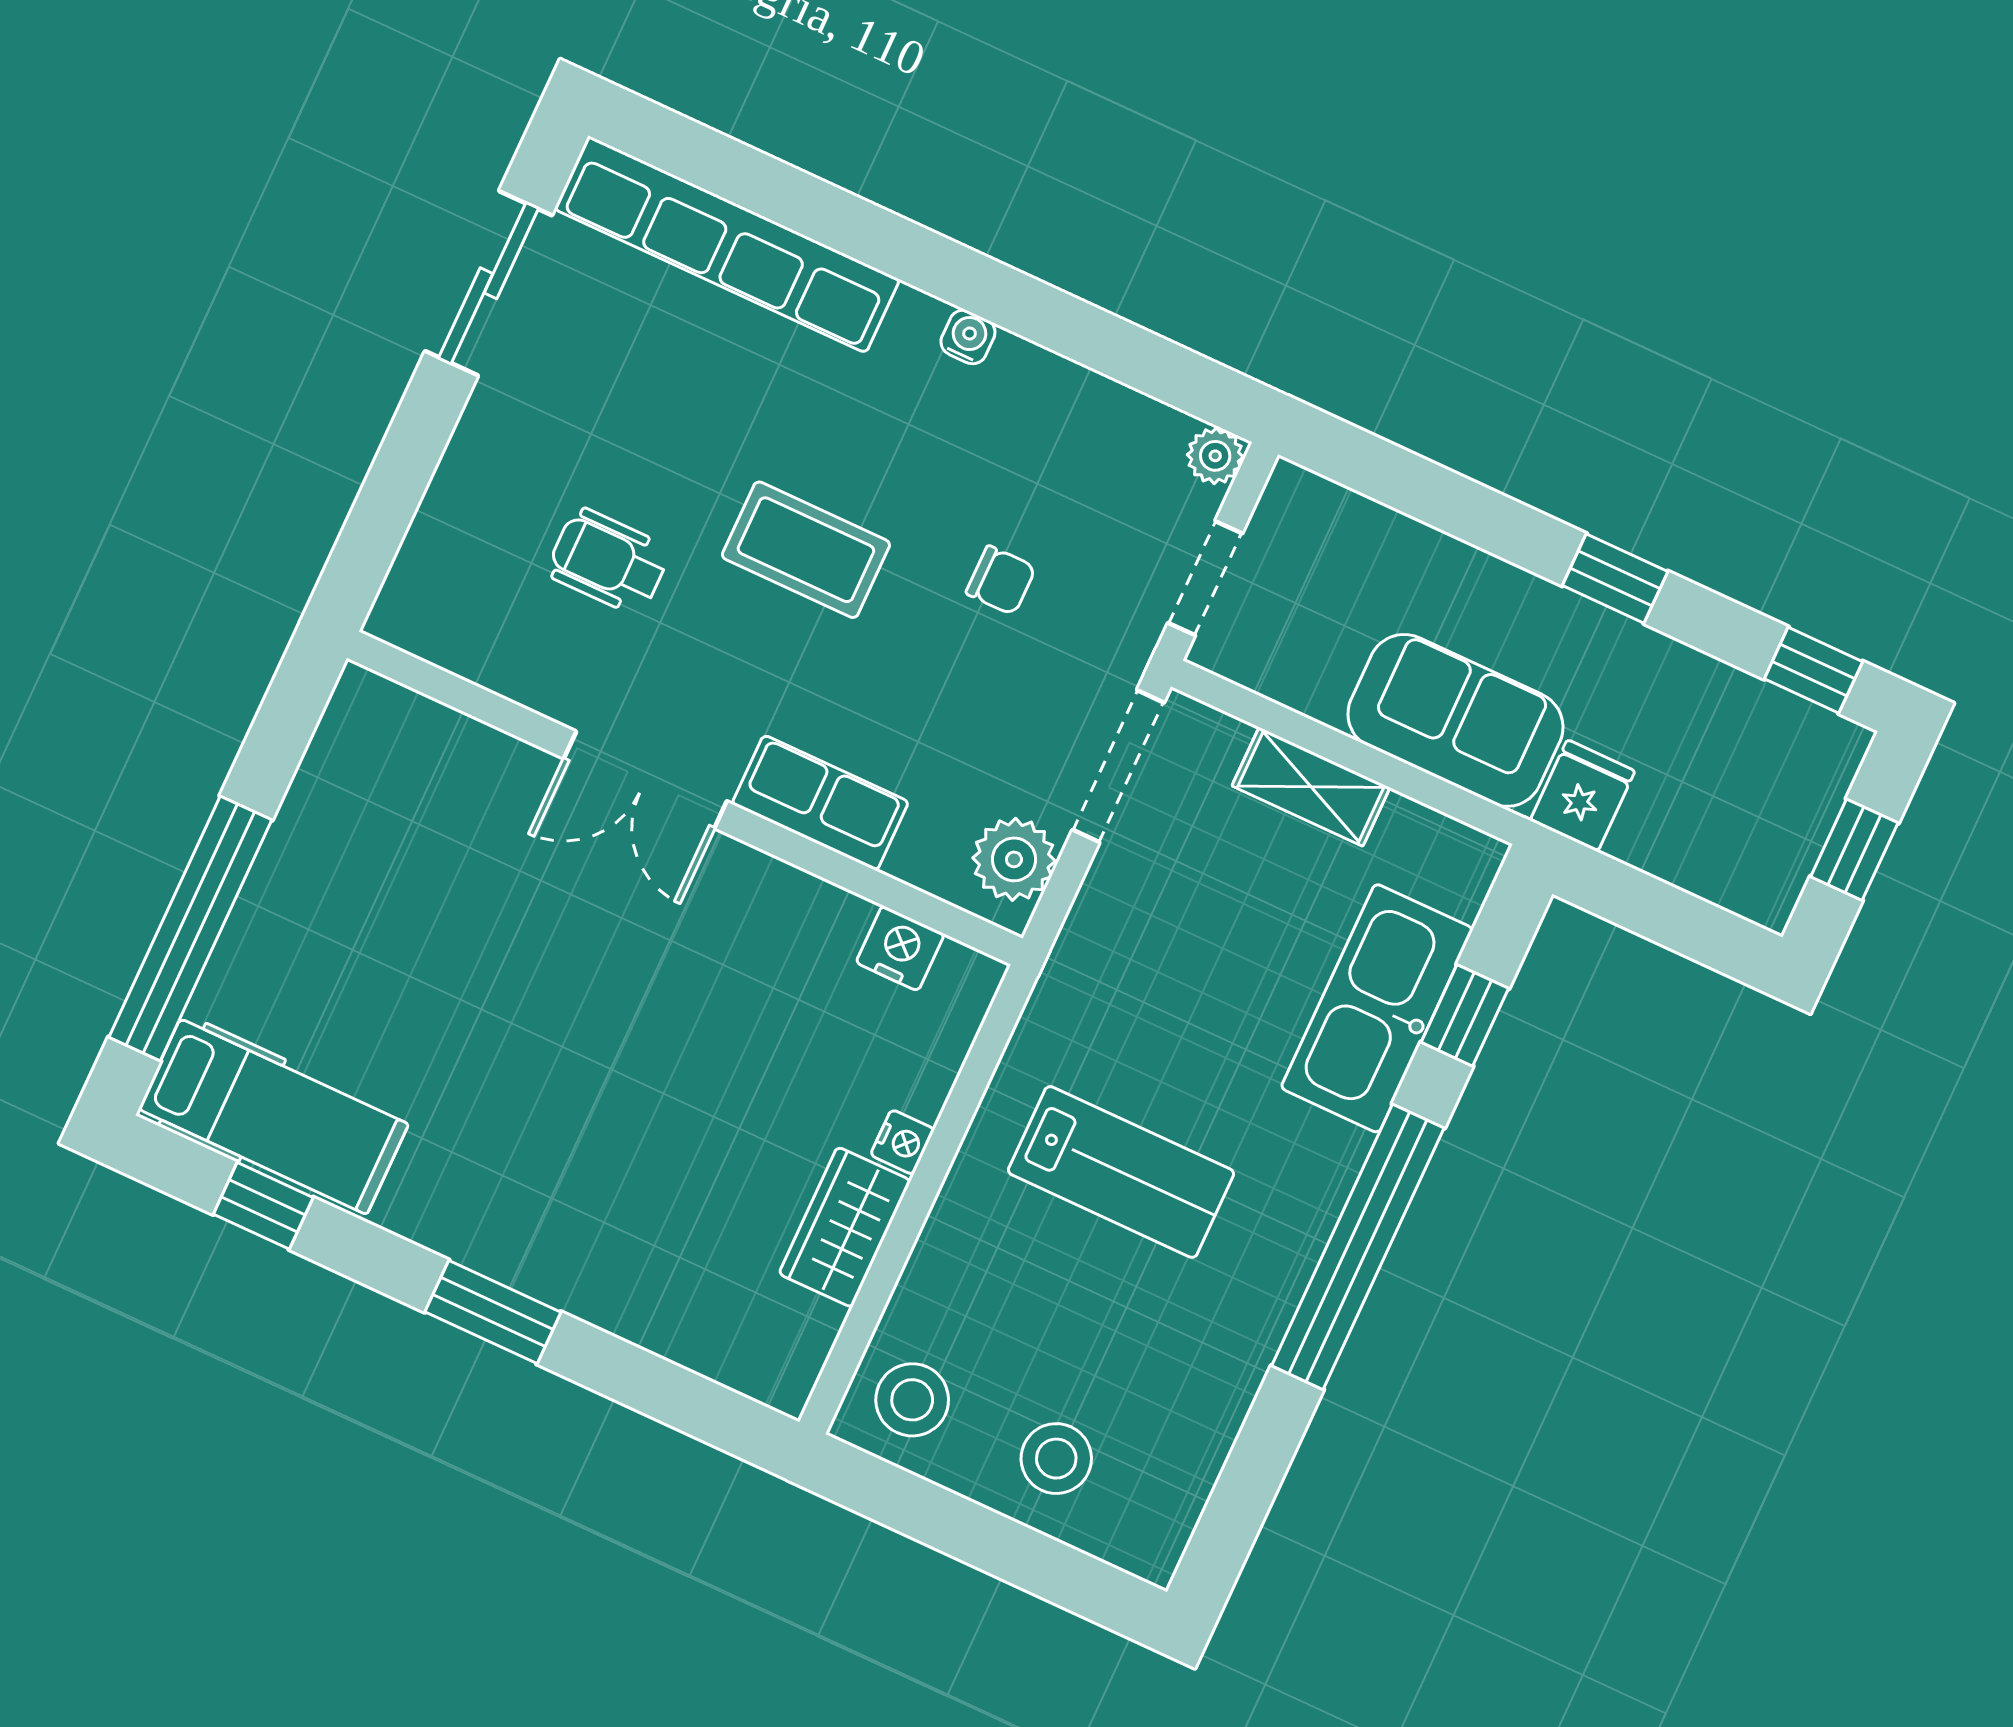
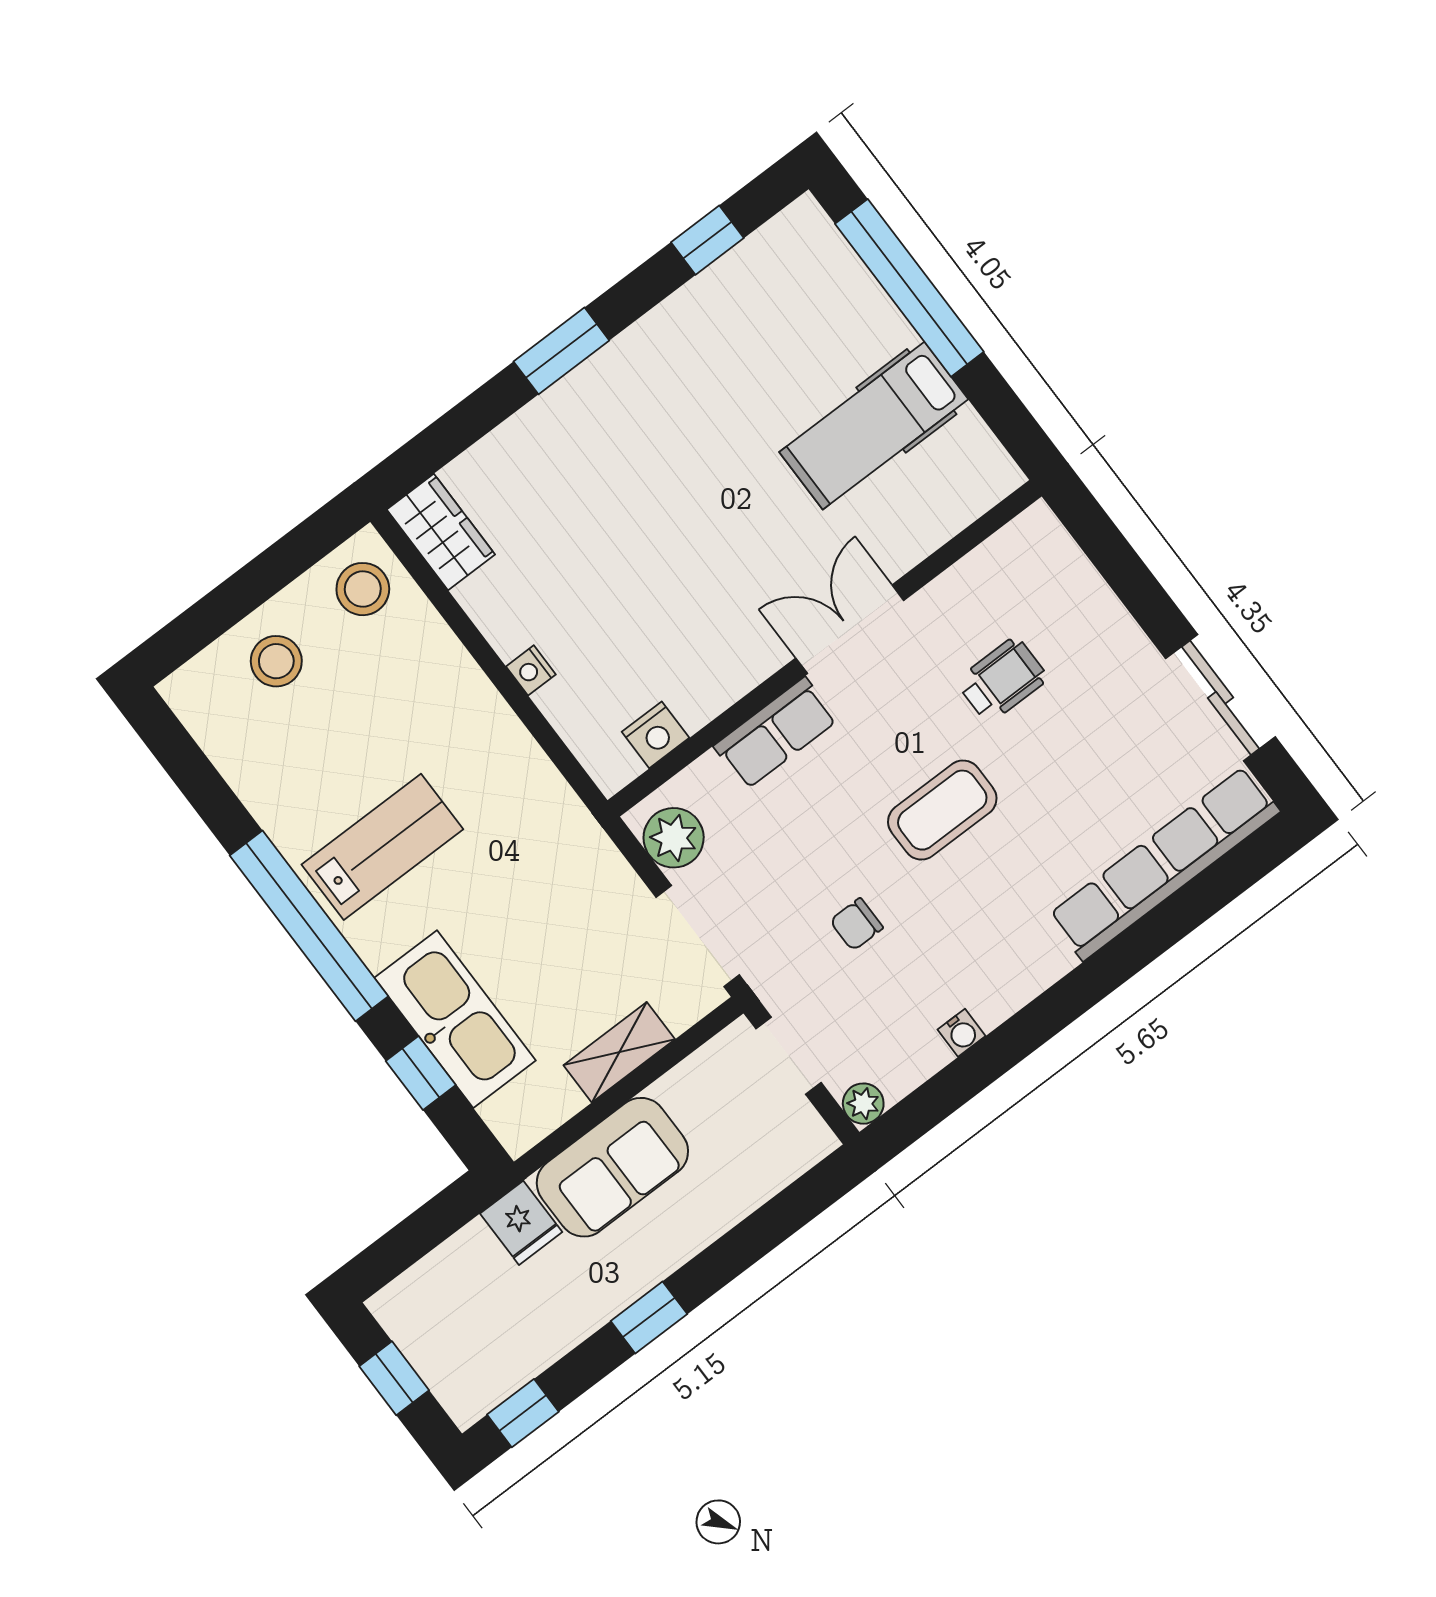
water cooler: (968, 337) -> (962, 1033), moved
hospital bed: (274, 1117) -> (874, 426), moved
lab bench: (1121, 1172) -> (382, 847), moved, turned 180
wardrobe: (845, 1227) -> (441, 532), moved

